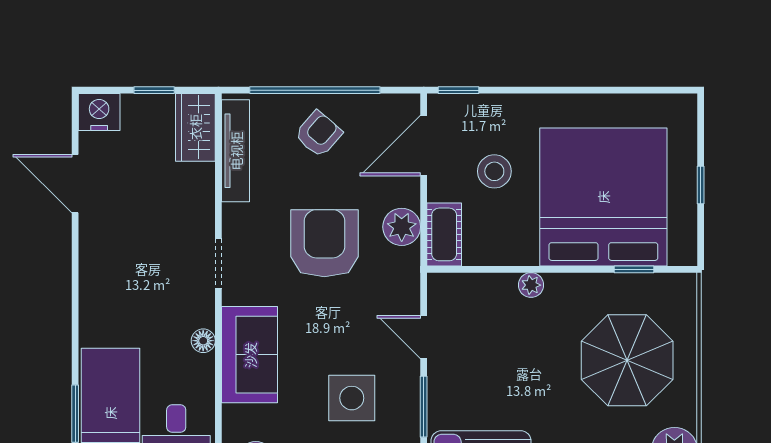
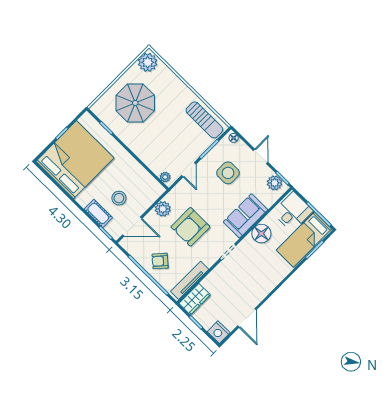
bed: (603, 197) -> (75, 160), moved, turned 180
cot: (444, 234) -> (98, 213), moved, turned 90
plant: (531, 285) -> (165, 177), moved
floor lamp: (203, 341) -> (261, 234), width x1.89, depth x1.89

